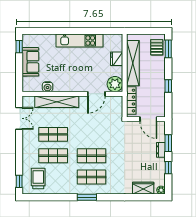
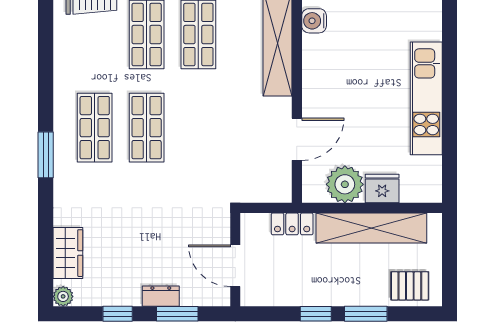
window: (168, 49) -> (366, 314), moved
plant: (115, 84) -> (345, 184), moved
door: (96, 94) -> (297, 139), swing flipped
locker: (131, 101) -> (292, 224), width x0.66
door: (148, 119) -> (235, 266), hinge flipped
window: (87, 197) -> (46, 155), moved

